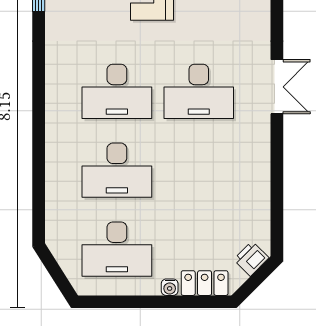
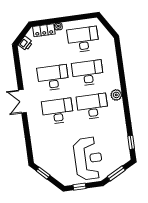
double door: (277, 87) -> (22, 101), moved
plant: (58, 110) -> (116, 95), added
desk: (199, 170) -> (53, 78), added

